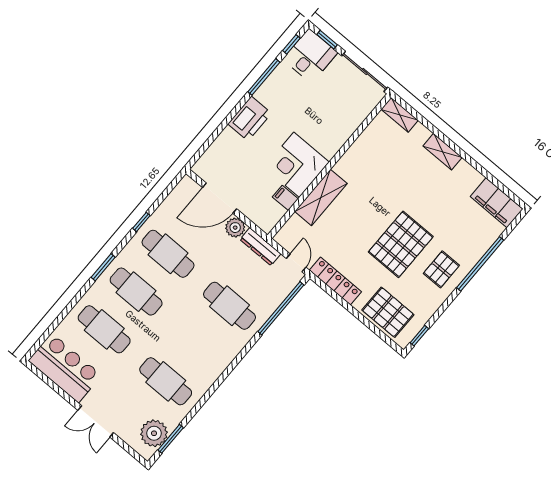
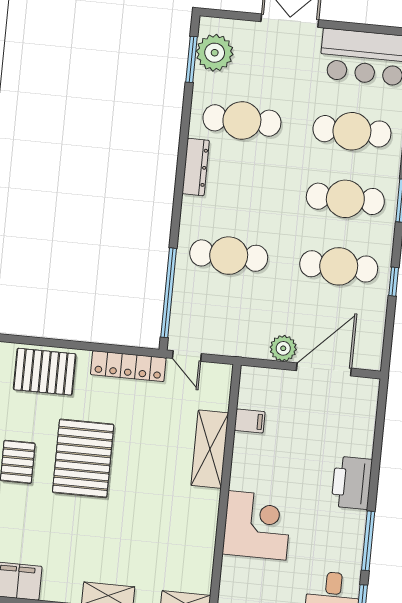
corner desk: (297, 165) -> (257, 525), moved
dresser: (260, 247) -> (196, 167), moved, turned 90

